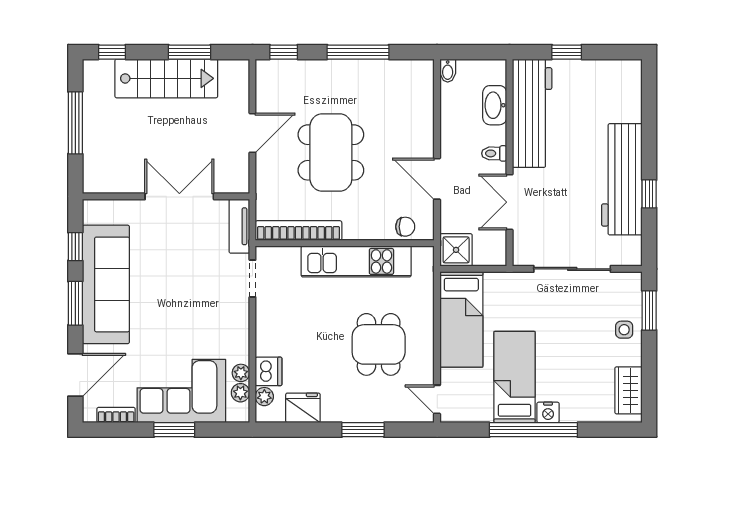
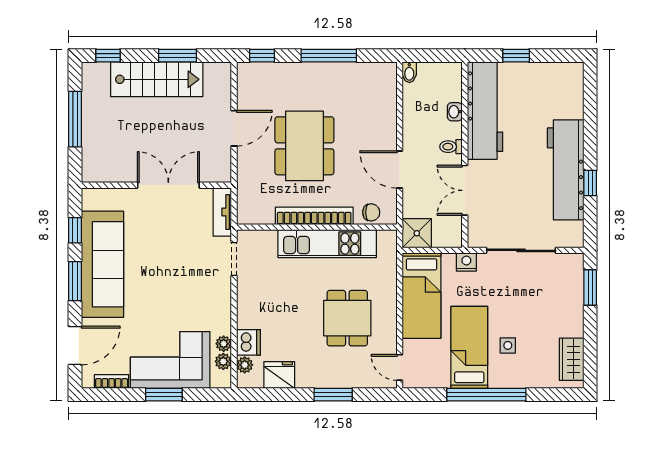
washbasin: (495, 105) -> (455, 112), width x0.52, depth x0.69
bookcase: (299, 231) -> (314, 216), moved
side table: (624, 330) -> (508, 345), moved
nightstand: (548, 412) -> (466, 262), moved, turned 180

